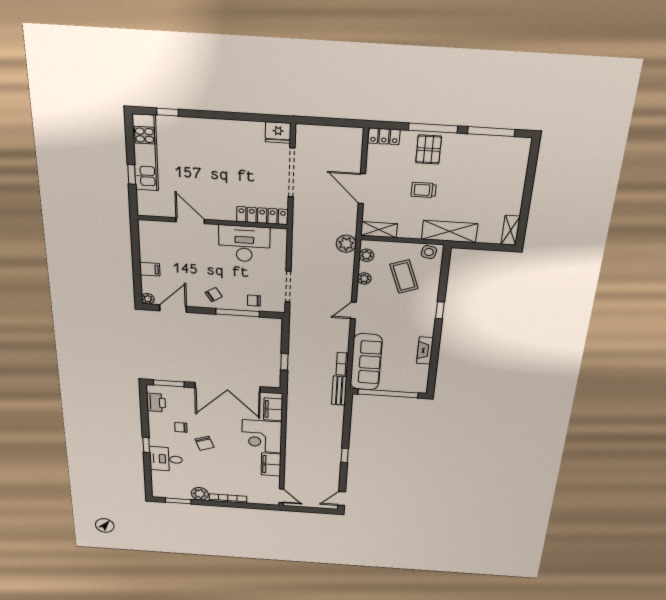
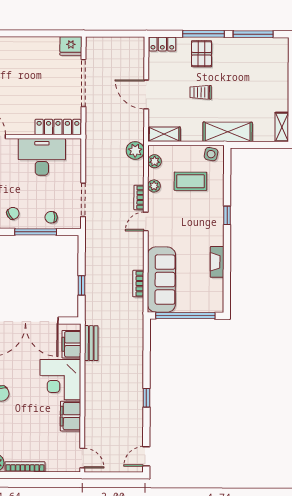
coffee table: (404, 276) -> (190, 181), turned -70
bookcase: (348, 288) -> (139, 198), added
bench: (339, 391) -> (91, 343), moved

